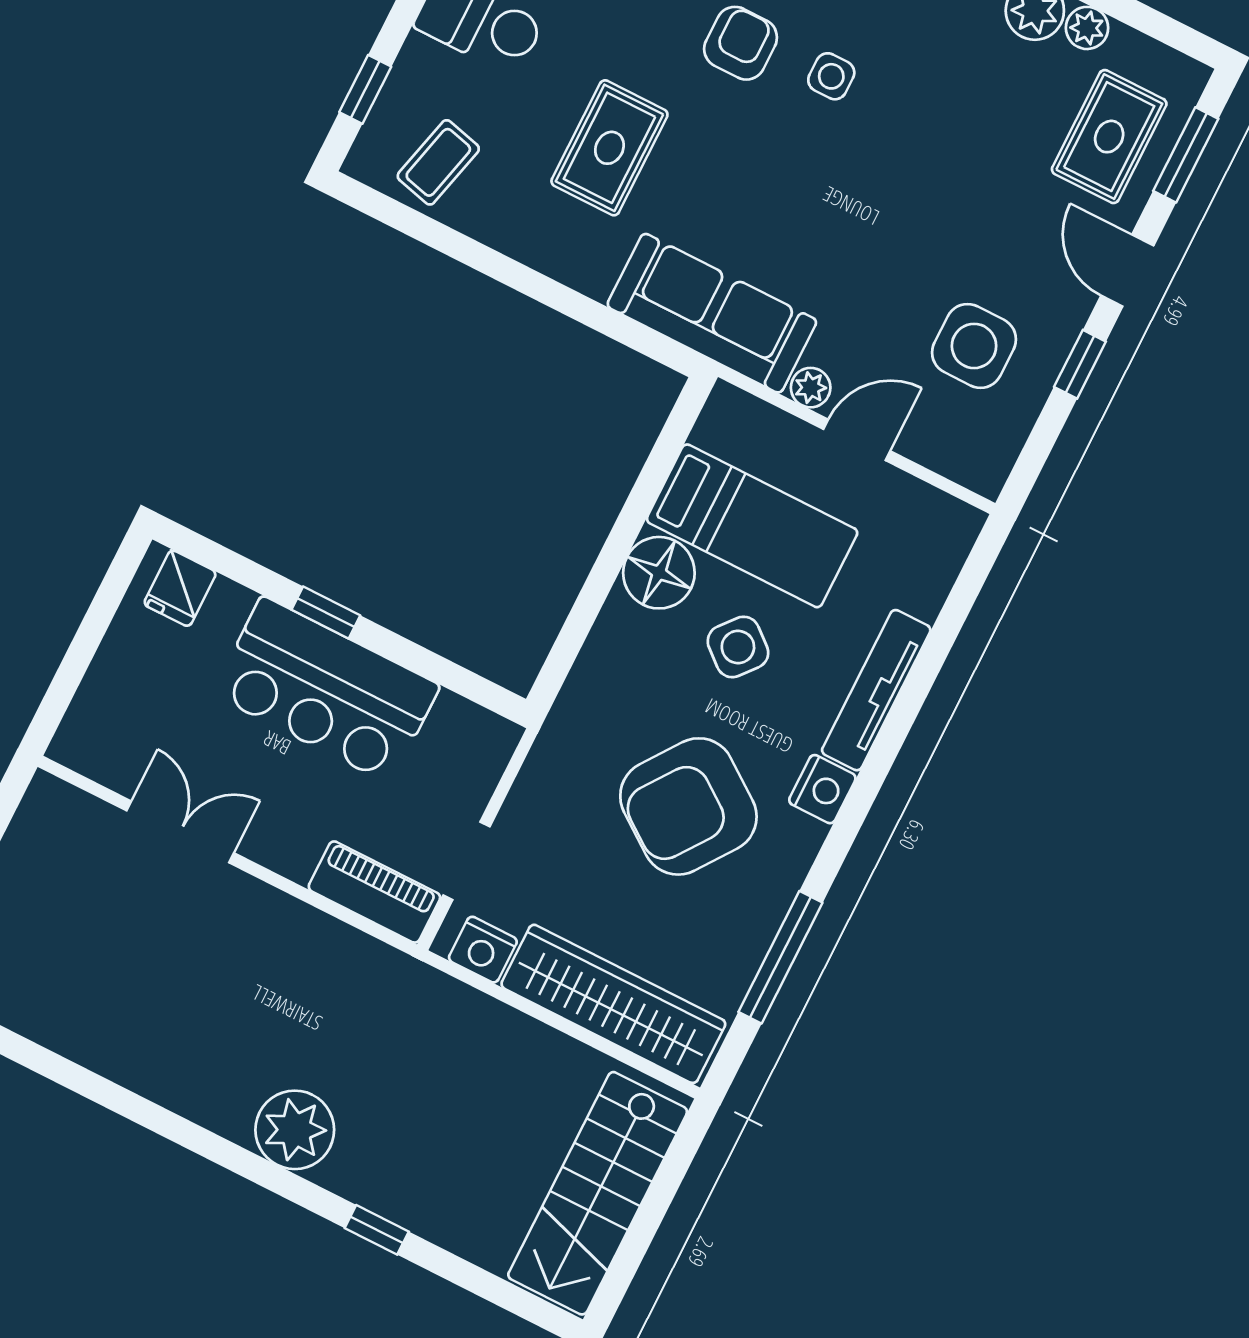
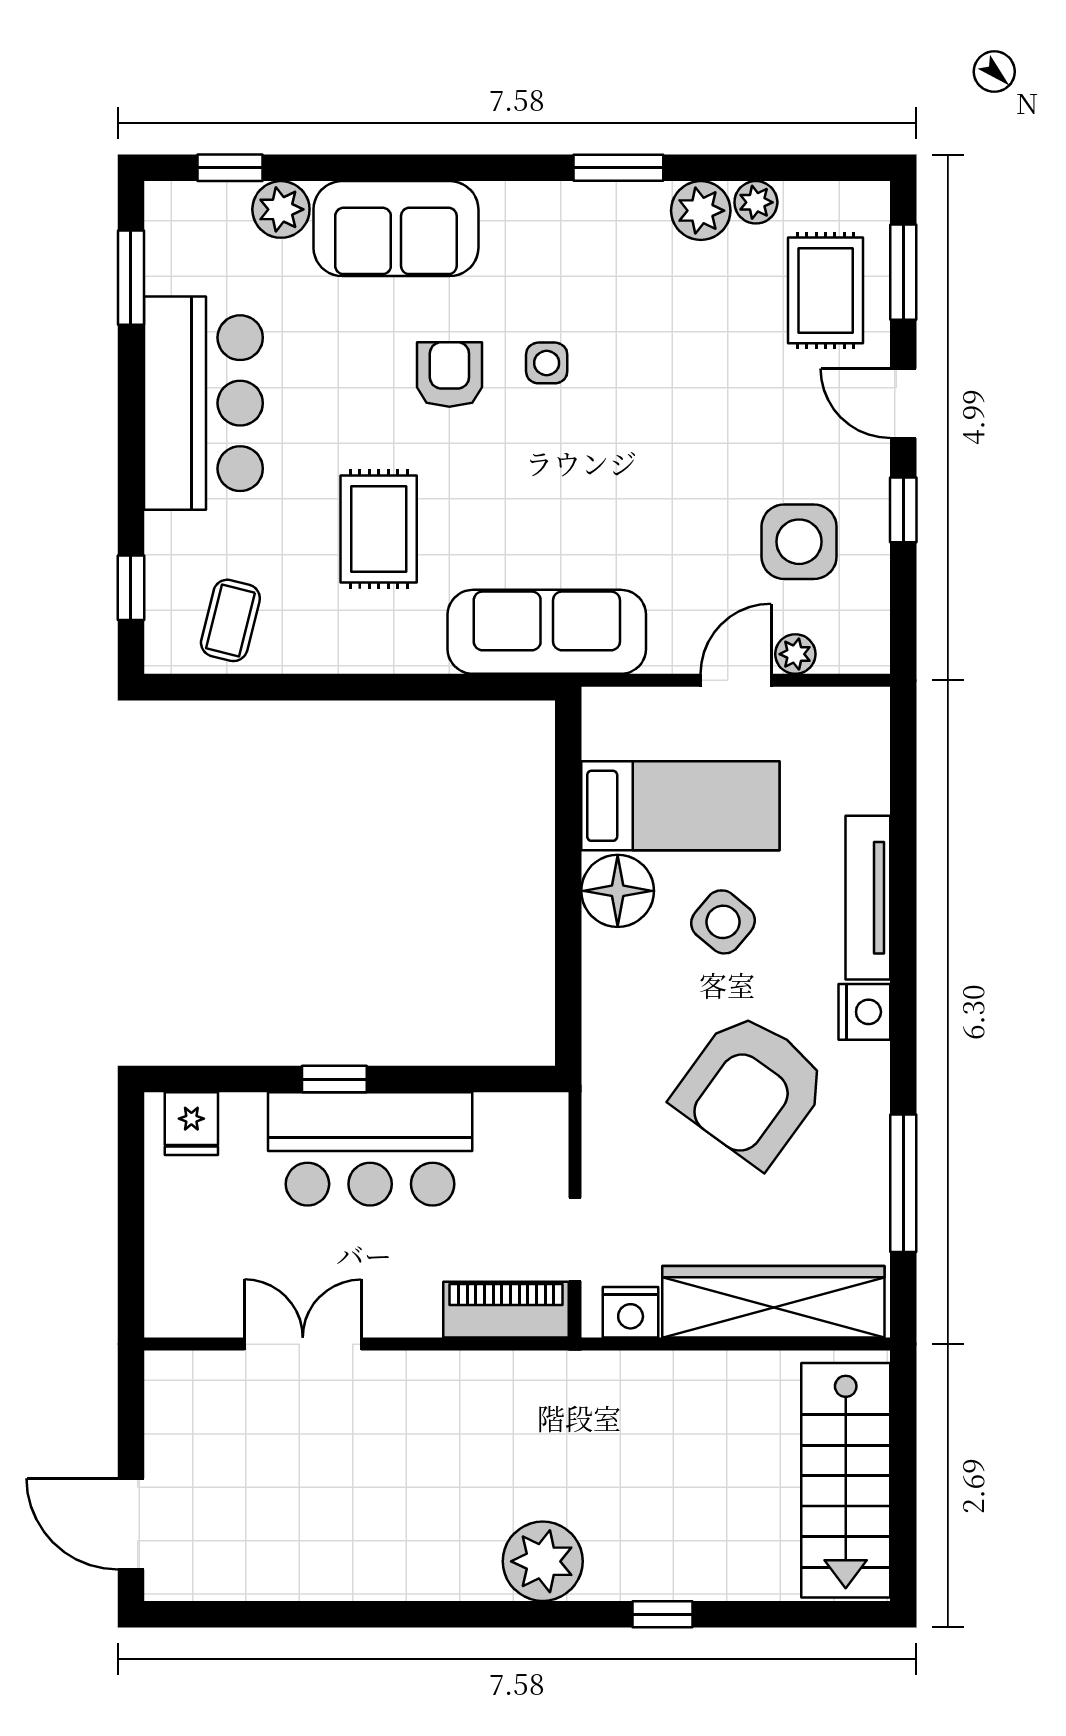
plant: (811, 388) -> (795, 654), moved

